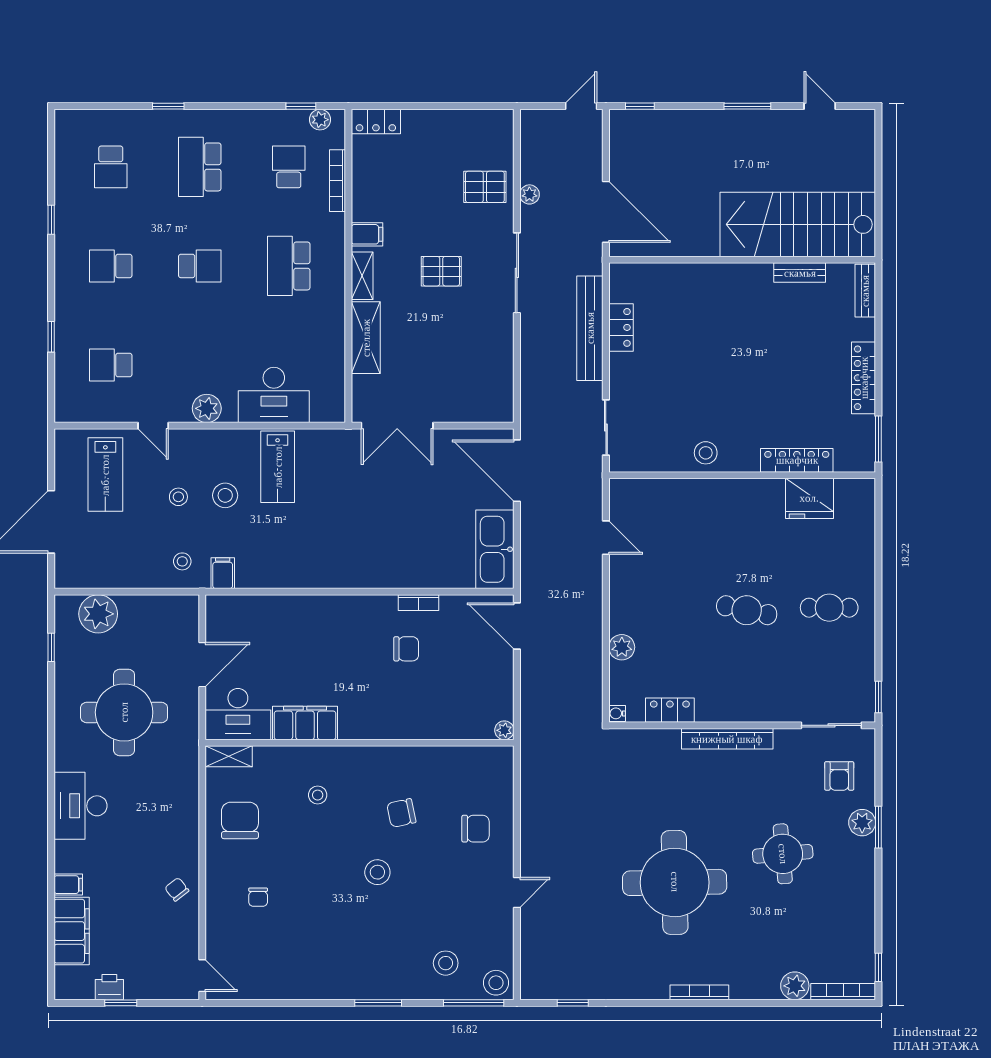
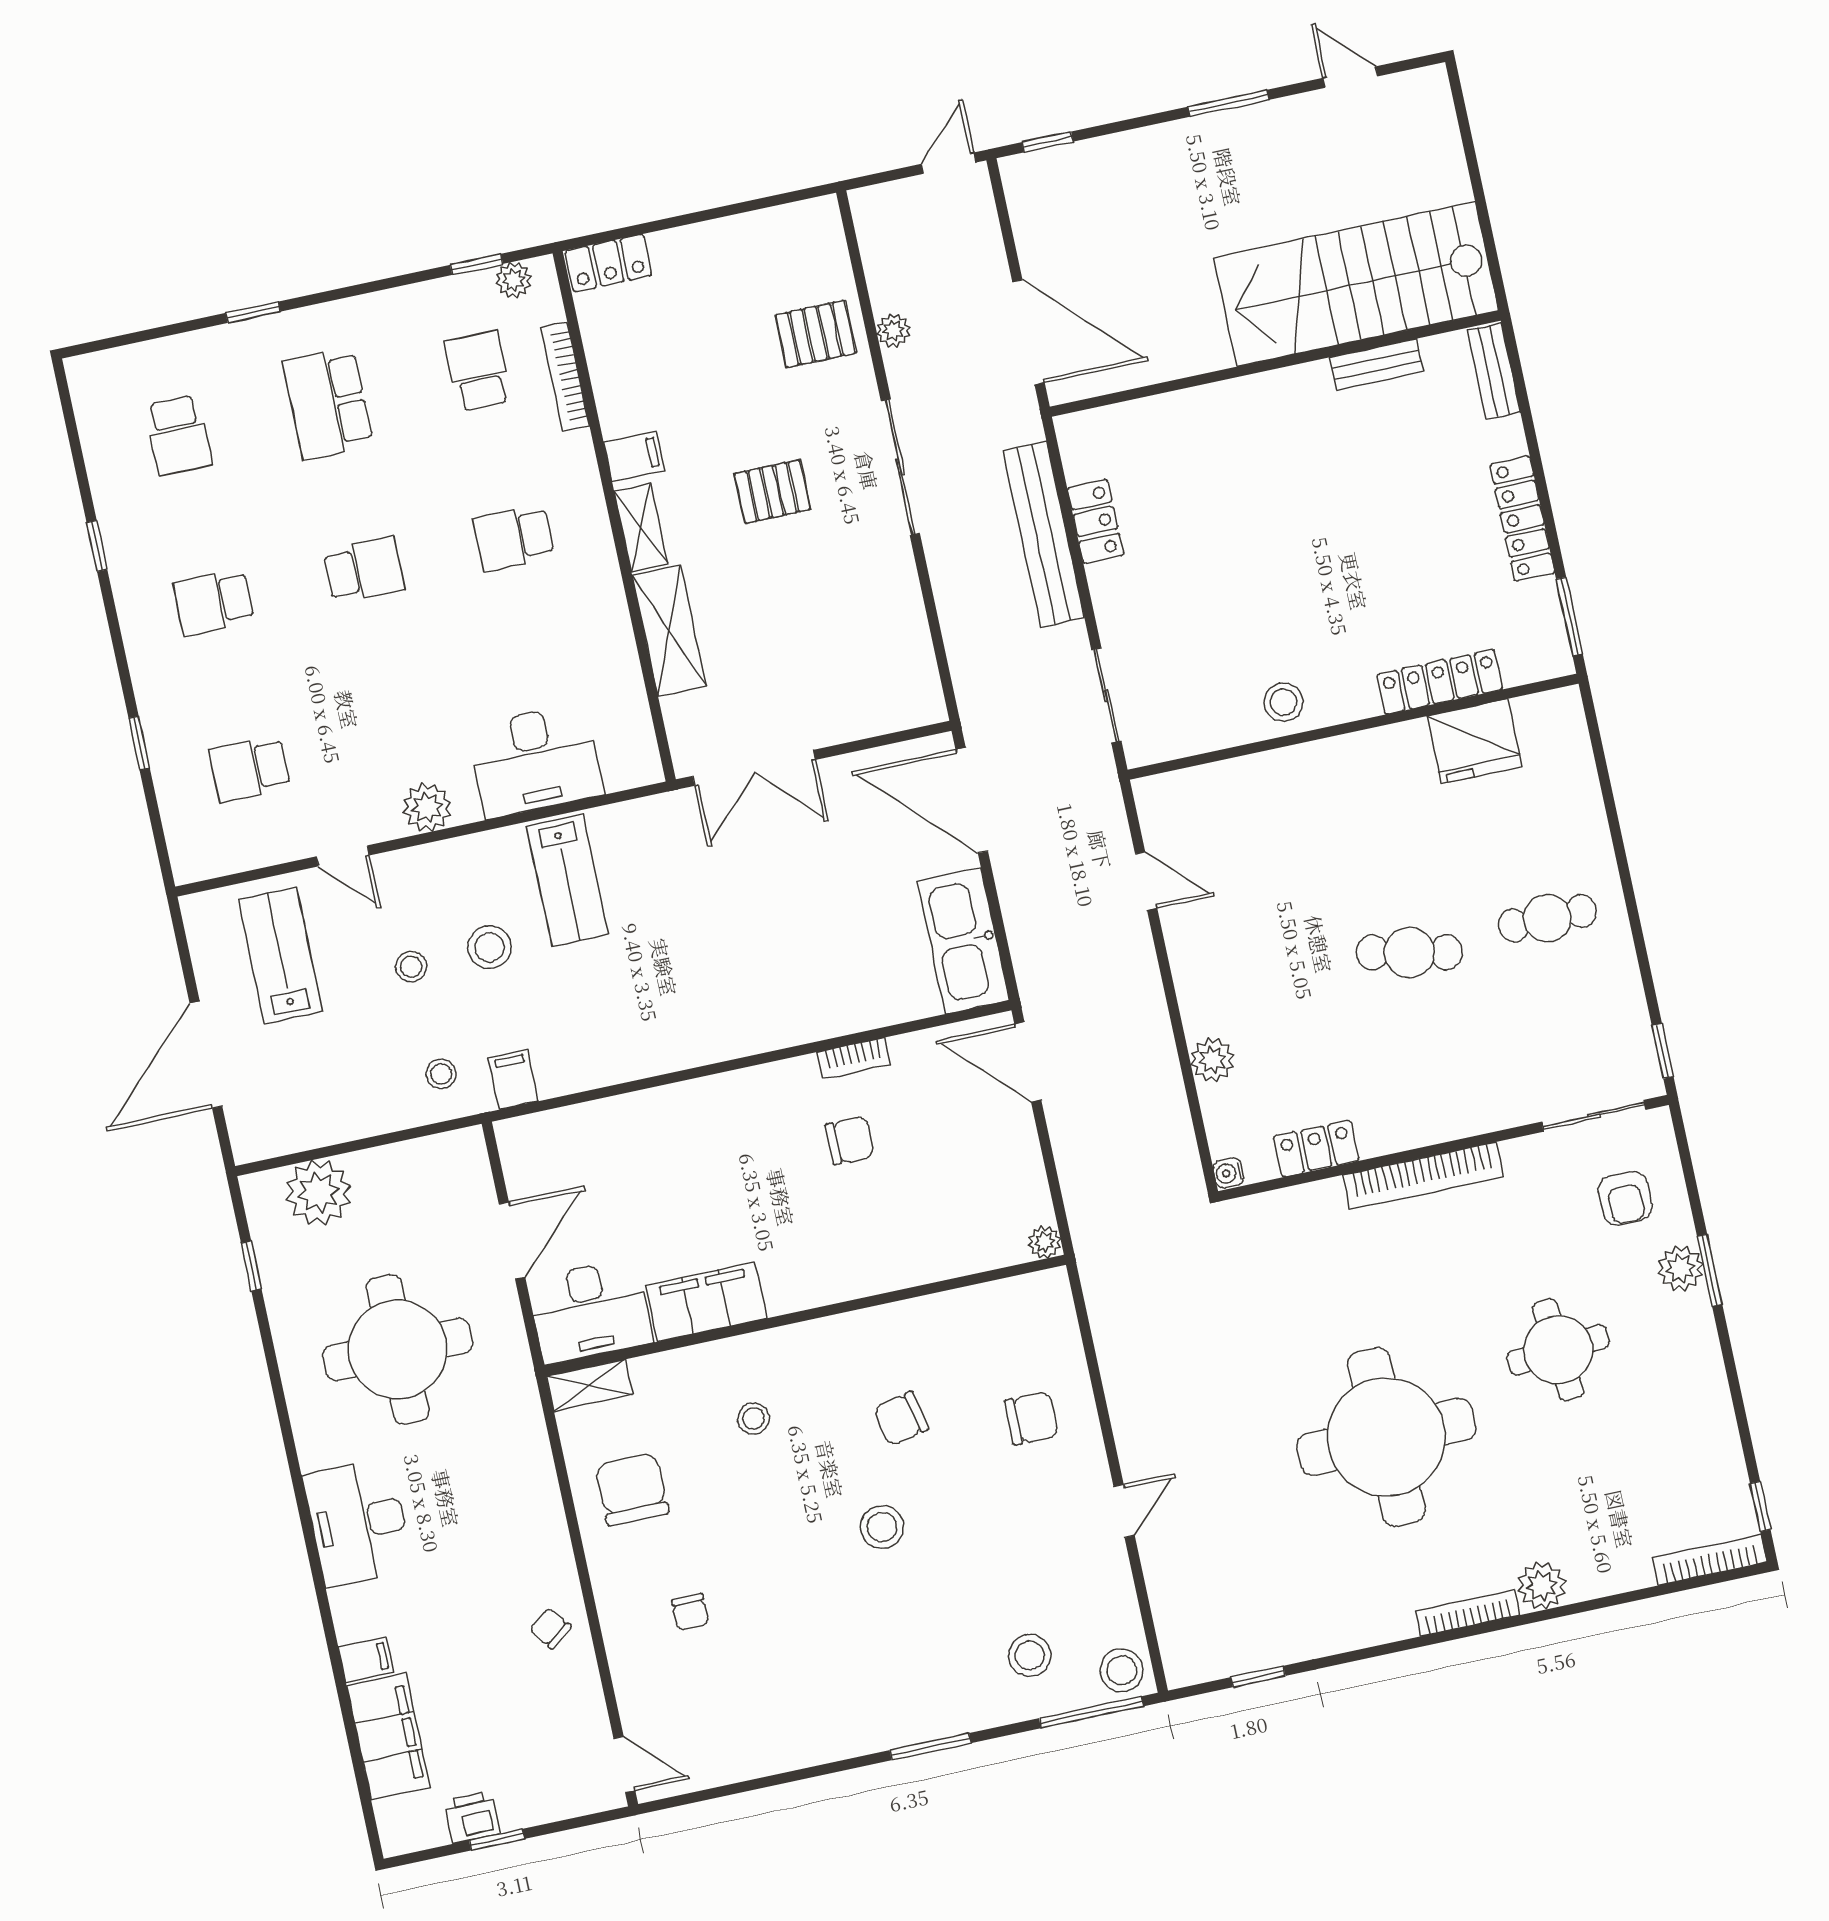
school desk: (289, 266) -> (514, 538), width x0.54
lab bench: (105, 475) -> (280, 956), turned 180
plant: (795, 986) -> (1542, 1586), moved

